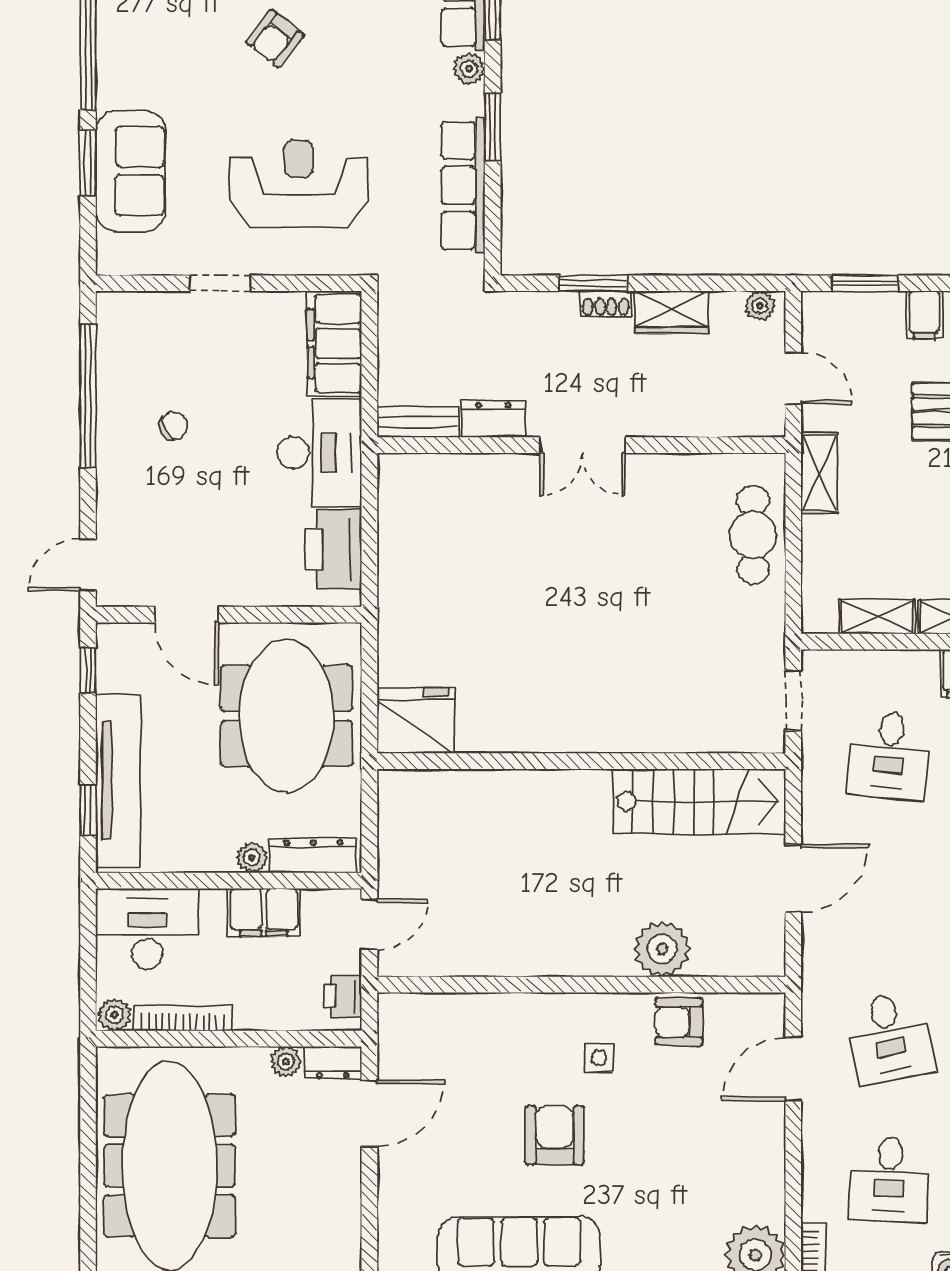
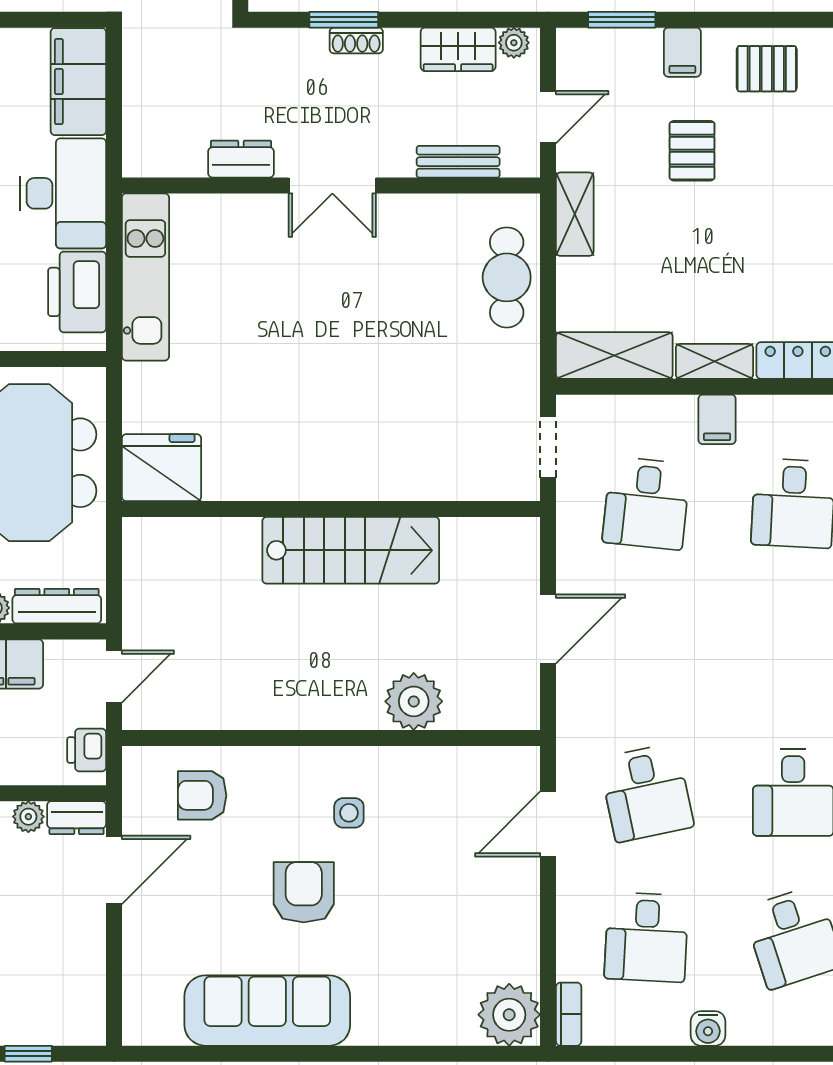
wardrobe: (672, 312) -> (458, 49), moved
door: (793, 378) -> (548, 117), hinge flipped
bench: (418, 422) -> (458, 162), moved
kitchen unit: (400, 534) -> (145, 277), added
shelving: (877, 617) -> (614, 355), width x1.50, depth x1.33
stairs: (699, 801) -> (351, 550), moved
armchair: (679, 1022) -> (202, 795), moved

